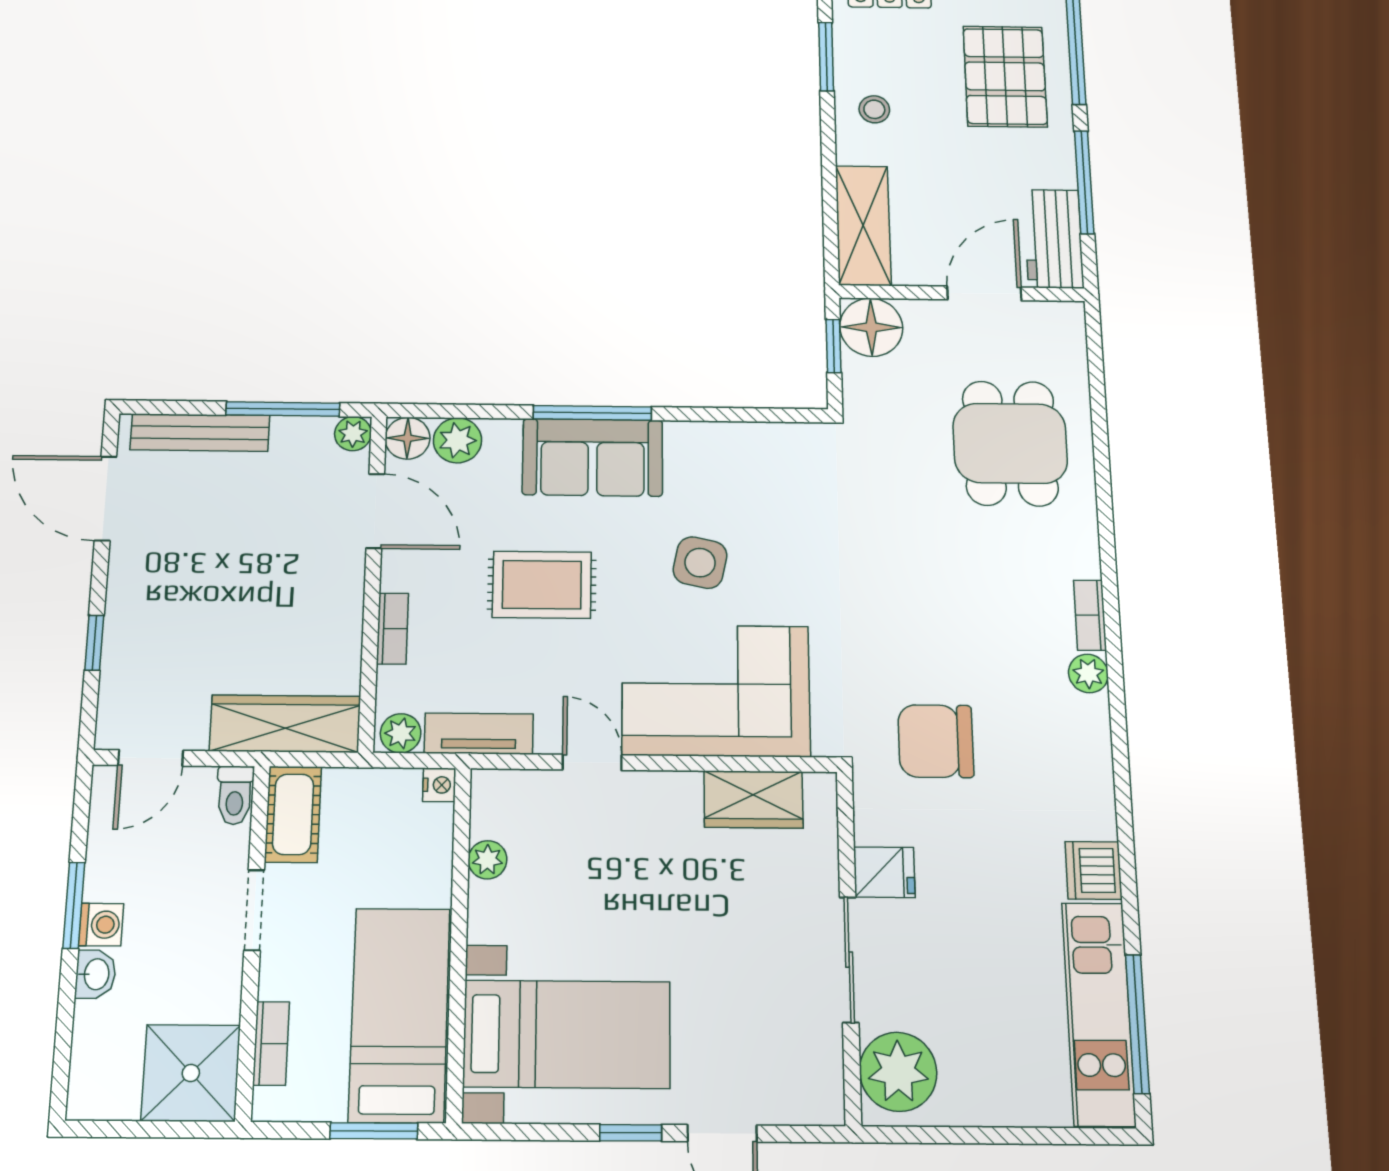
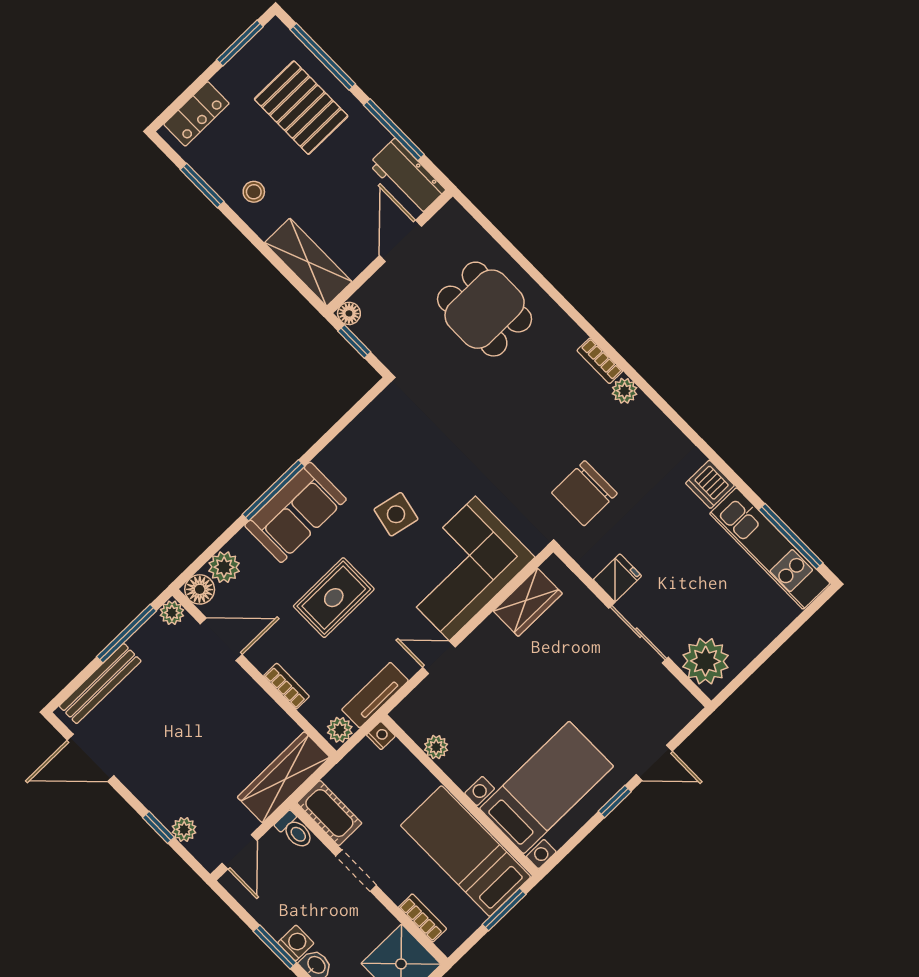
floor lamp: (871, 327) -> (349, 313), width x0.53, depth x0.53
plant: (119, 673) -> (184, 829), added

